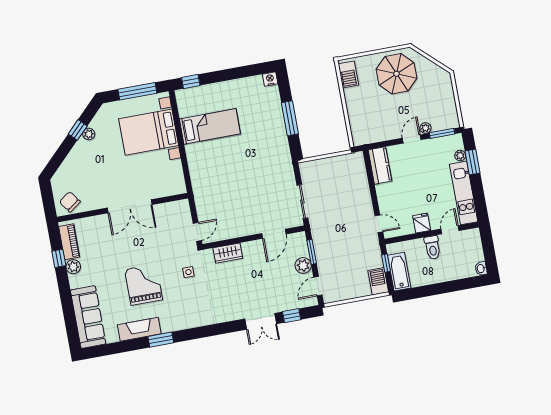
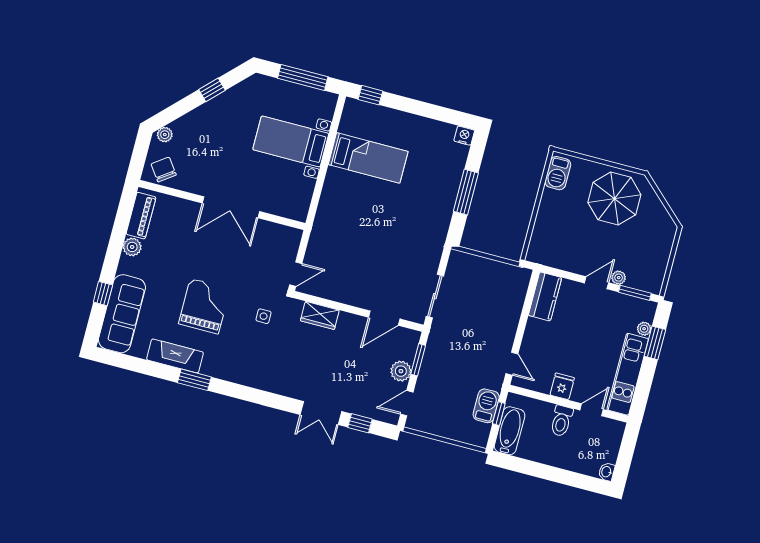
bed with nightstands: (149, 132) -> (291, 142), width x0.73
plant: (89, 134) -> (165, 135), moved
window: (59, 258) -> (103, 294), moved
barbecue: (378, 281) -> (486, 406), moved

